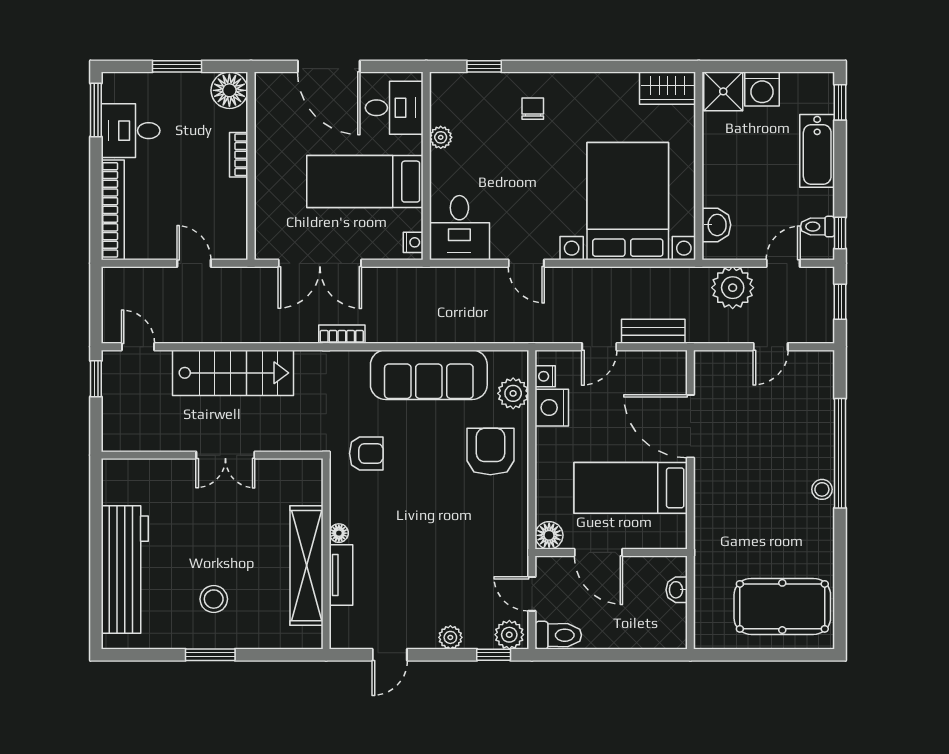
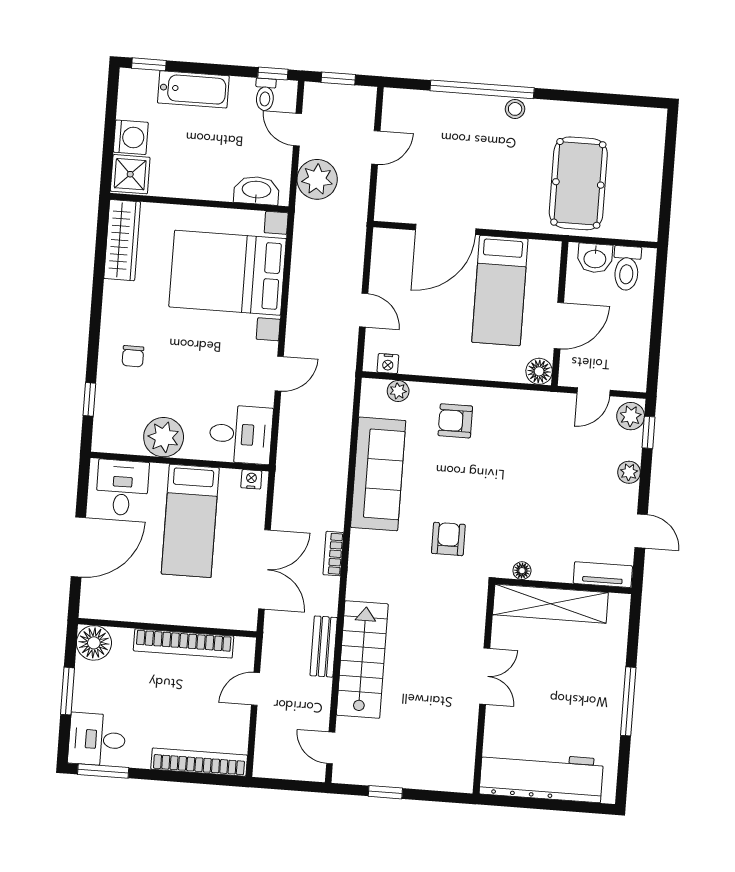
wardrobe: (668, 88) -> (122, 240), width x1.50
chair: (533, 109) -> (133, 356), turned -90
desk: (131, 131) -> (97, 739), moved, turned 90
plant: (441, 137) -> (164, 437), width x1.88, depth x1.88
bookcase: (239, 155) -> (184, 643), width x2.31, depth x1.31
washbasin: (716, 225) -> (256, 190), width x1.38
bench: (653, 331) -> (324, 647), moved
door: (138, 347) -> (331, 748), hinge flipped
door: (771, 347) -> (376, 148), hinge flipped
window: (96, 379) -> (385, 792), moved
plant: (513, 393) -> (398, 391), width x0.73, depth x0.73
nightstand: (552, 408) -> (418, 360), removed
armchair: (490, 451) -> (455, 421), width x0.72, depth x0.72
wall: (212, 455) -> (484, 689), moved
double door: (225, 455) -> (485, 676), moved
tv unit: (341, 575) -> (603, 575), moved
washbasin: (677, 590) -> (595, 258), width x1.38, depth x1.45
stool: (214, 599) -> (576, 694), removed
pool table: (782, 606) -> (578, 183), moved
toilet: (558, 635) -> (627, 268), moved, turned 180
window: (210, 655) -> (628, 701), width x1.44

